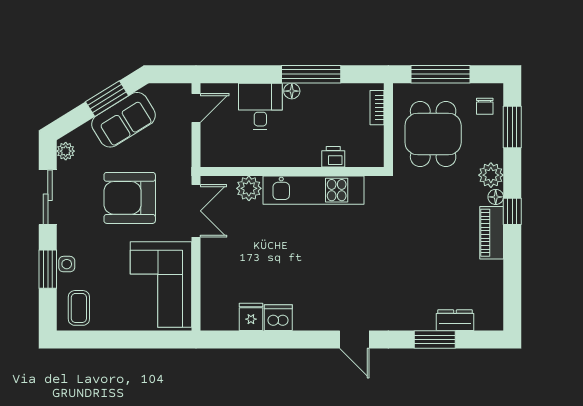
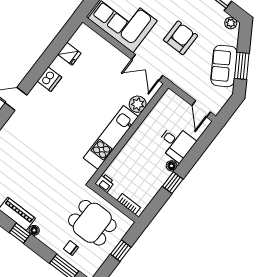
window: (311, 74) -> (173, 183), width x0.46
window: (441, 74) -> (121, 251), width x0.46
chair: (485, 106) -> (71, 248), moved
printer: (333, 157) -> (105, 183), moved, turned -90
plant: (491, 175) -> (48, 237), removed
armchair: (130, 198) -> (181, 38), width x0.73, depth x0.73
dishwasher: (278, 318) -> (49, 79), moved

